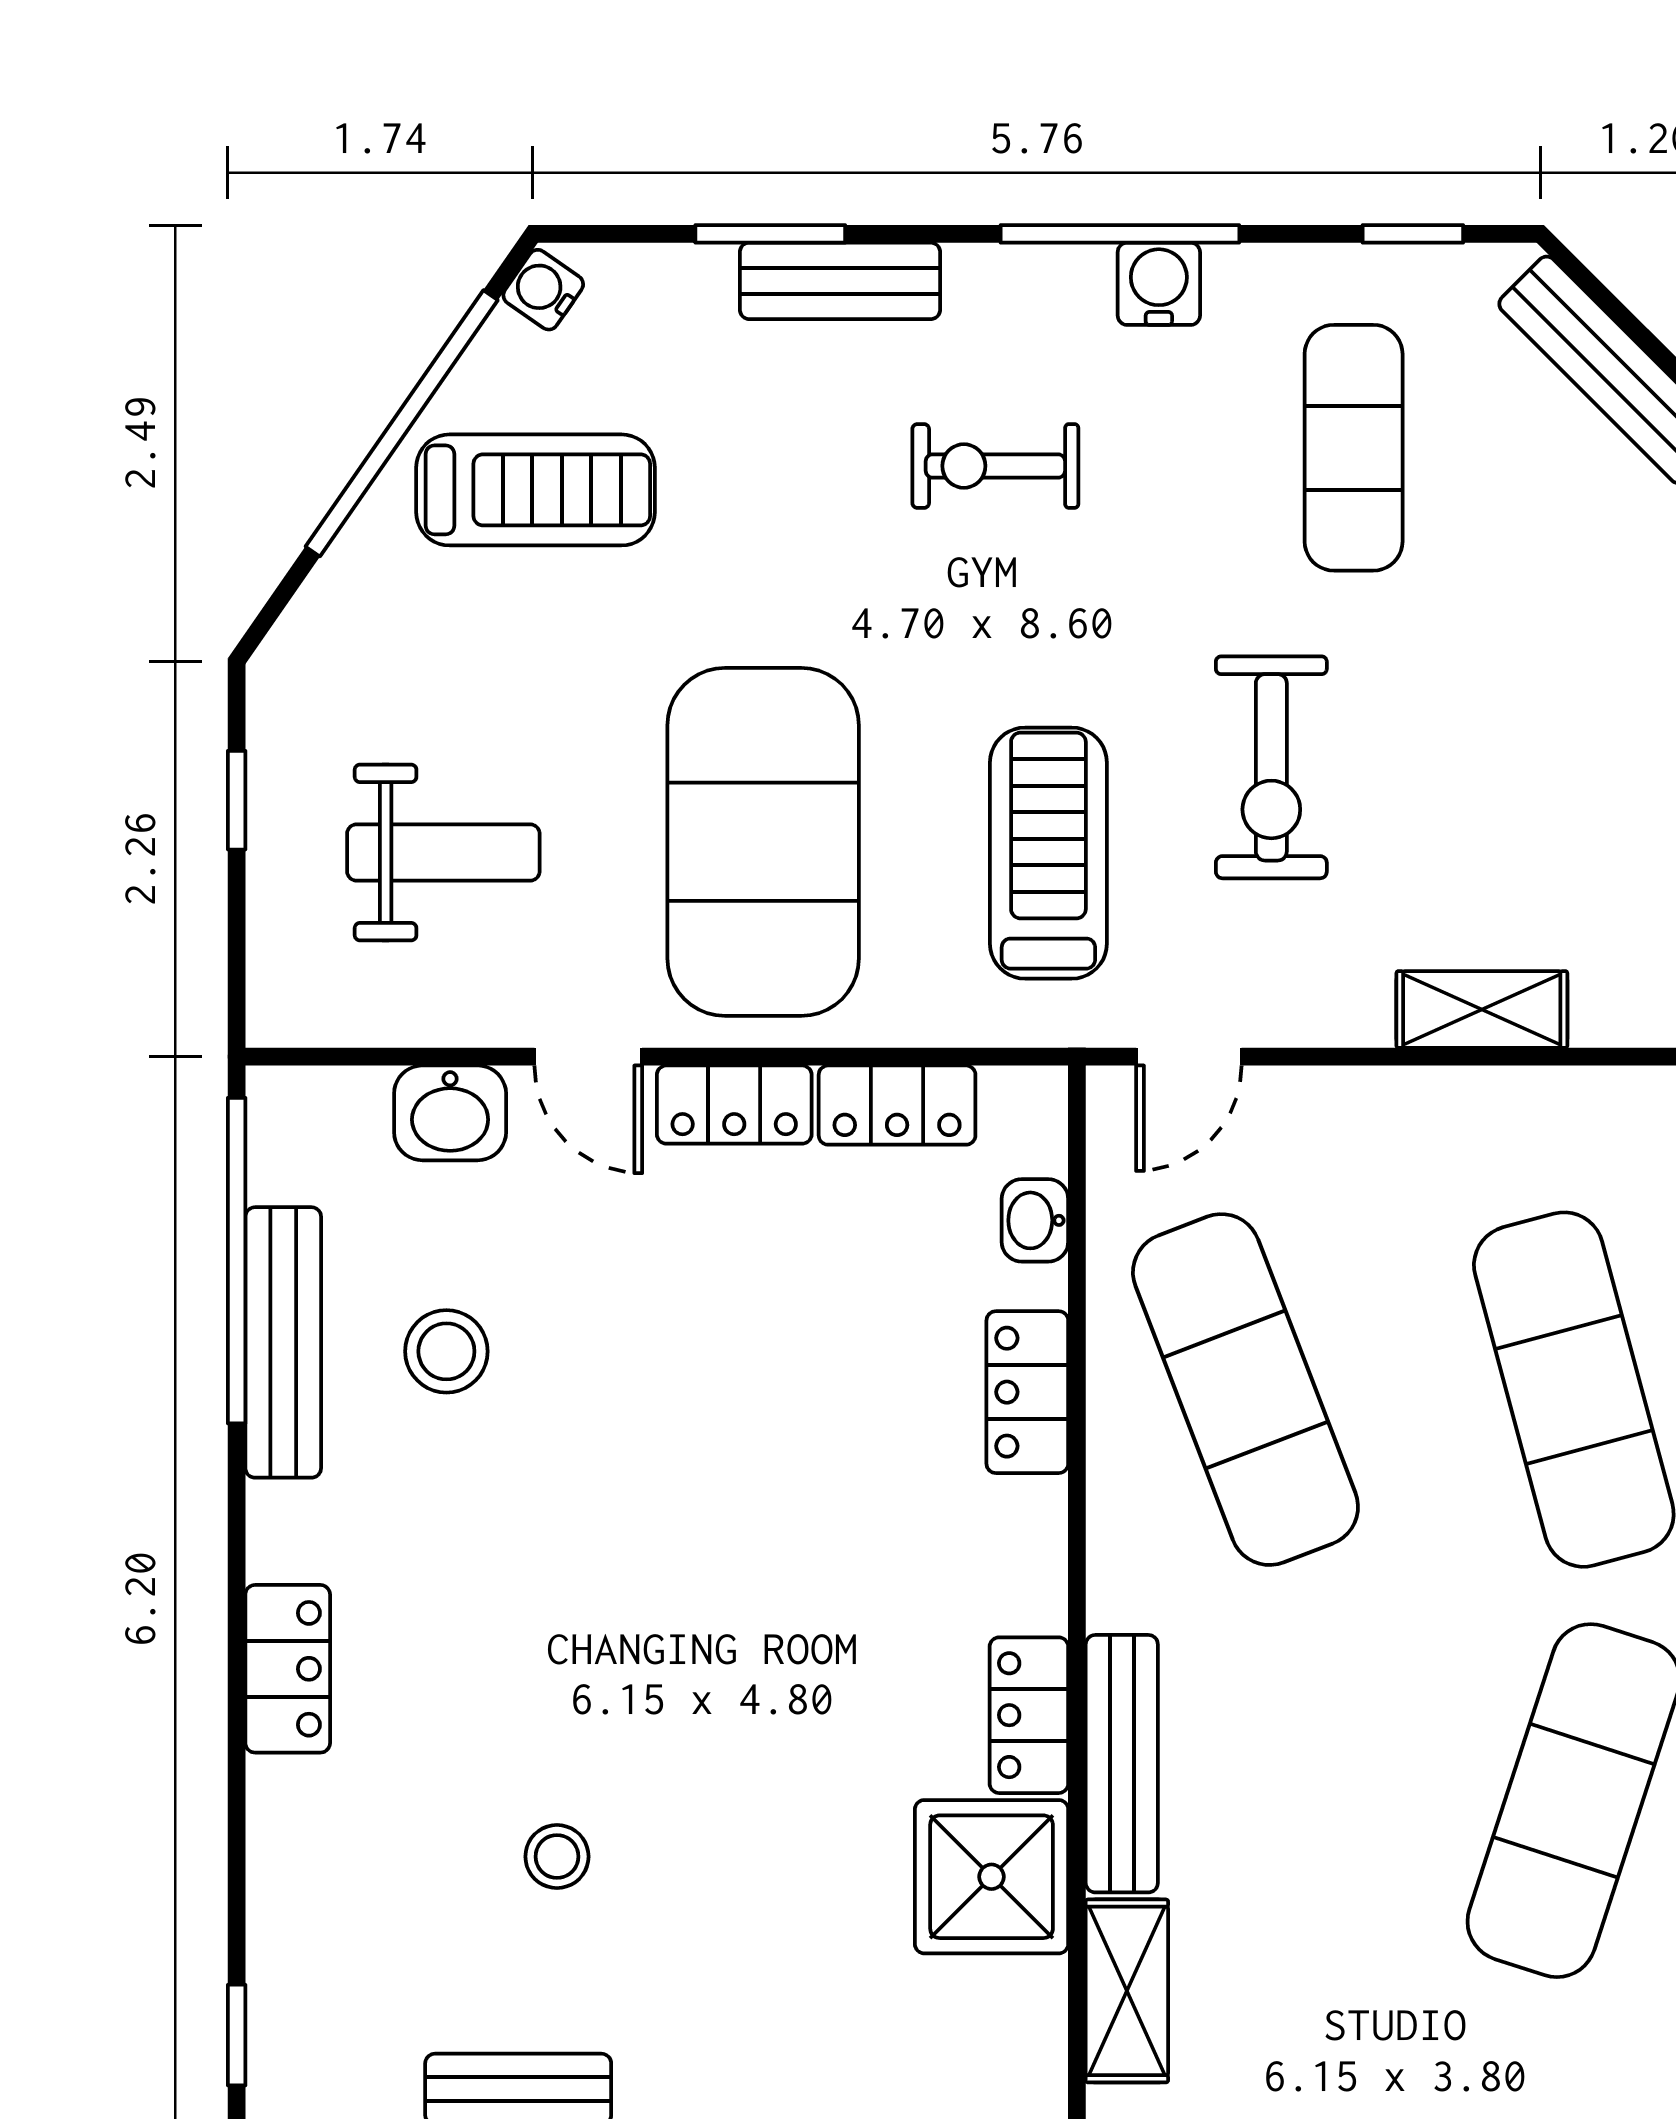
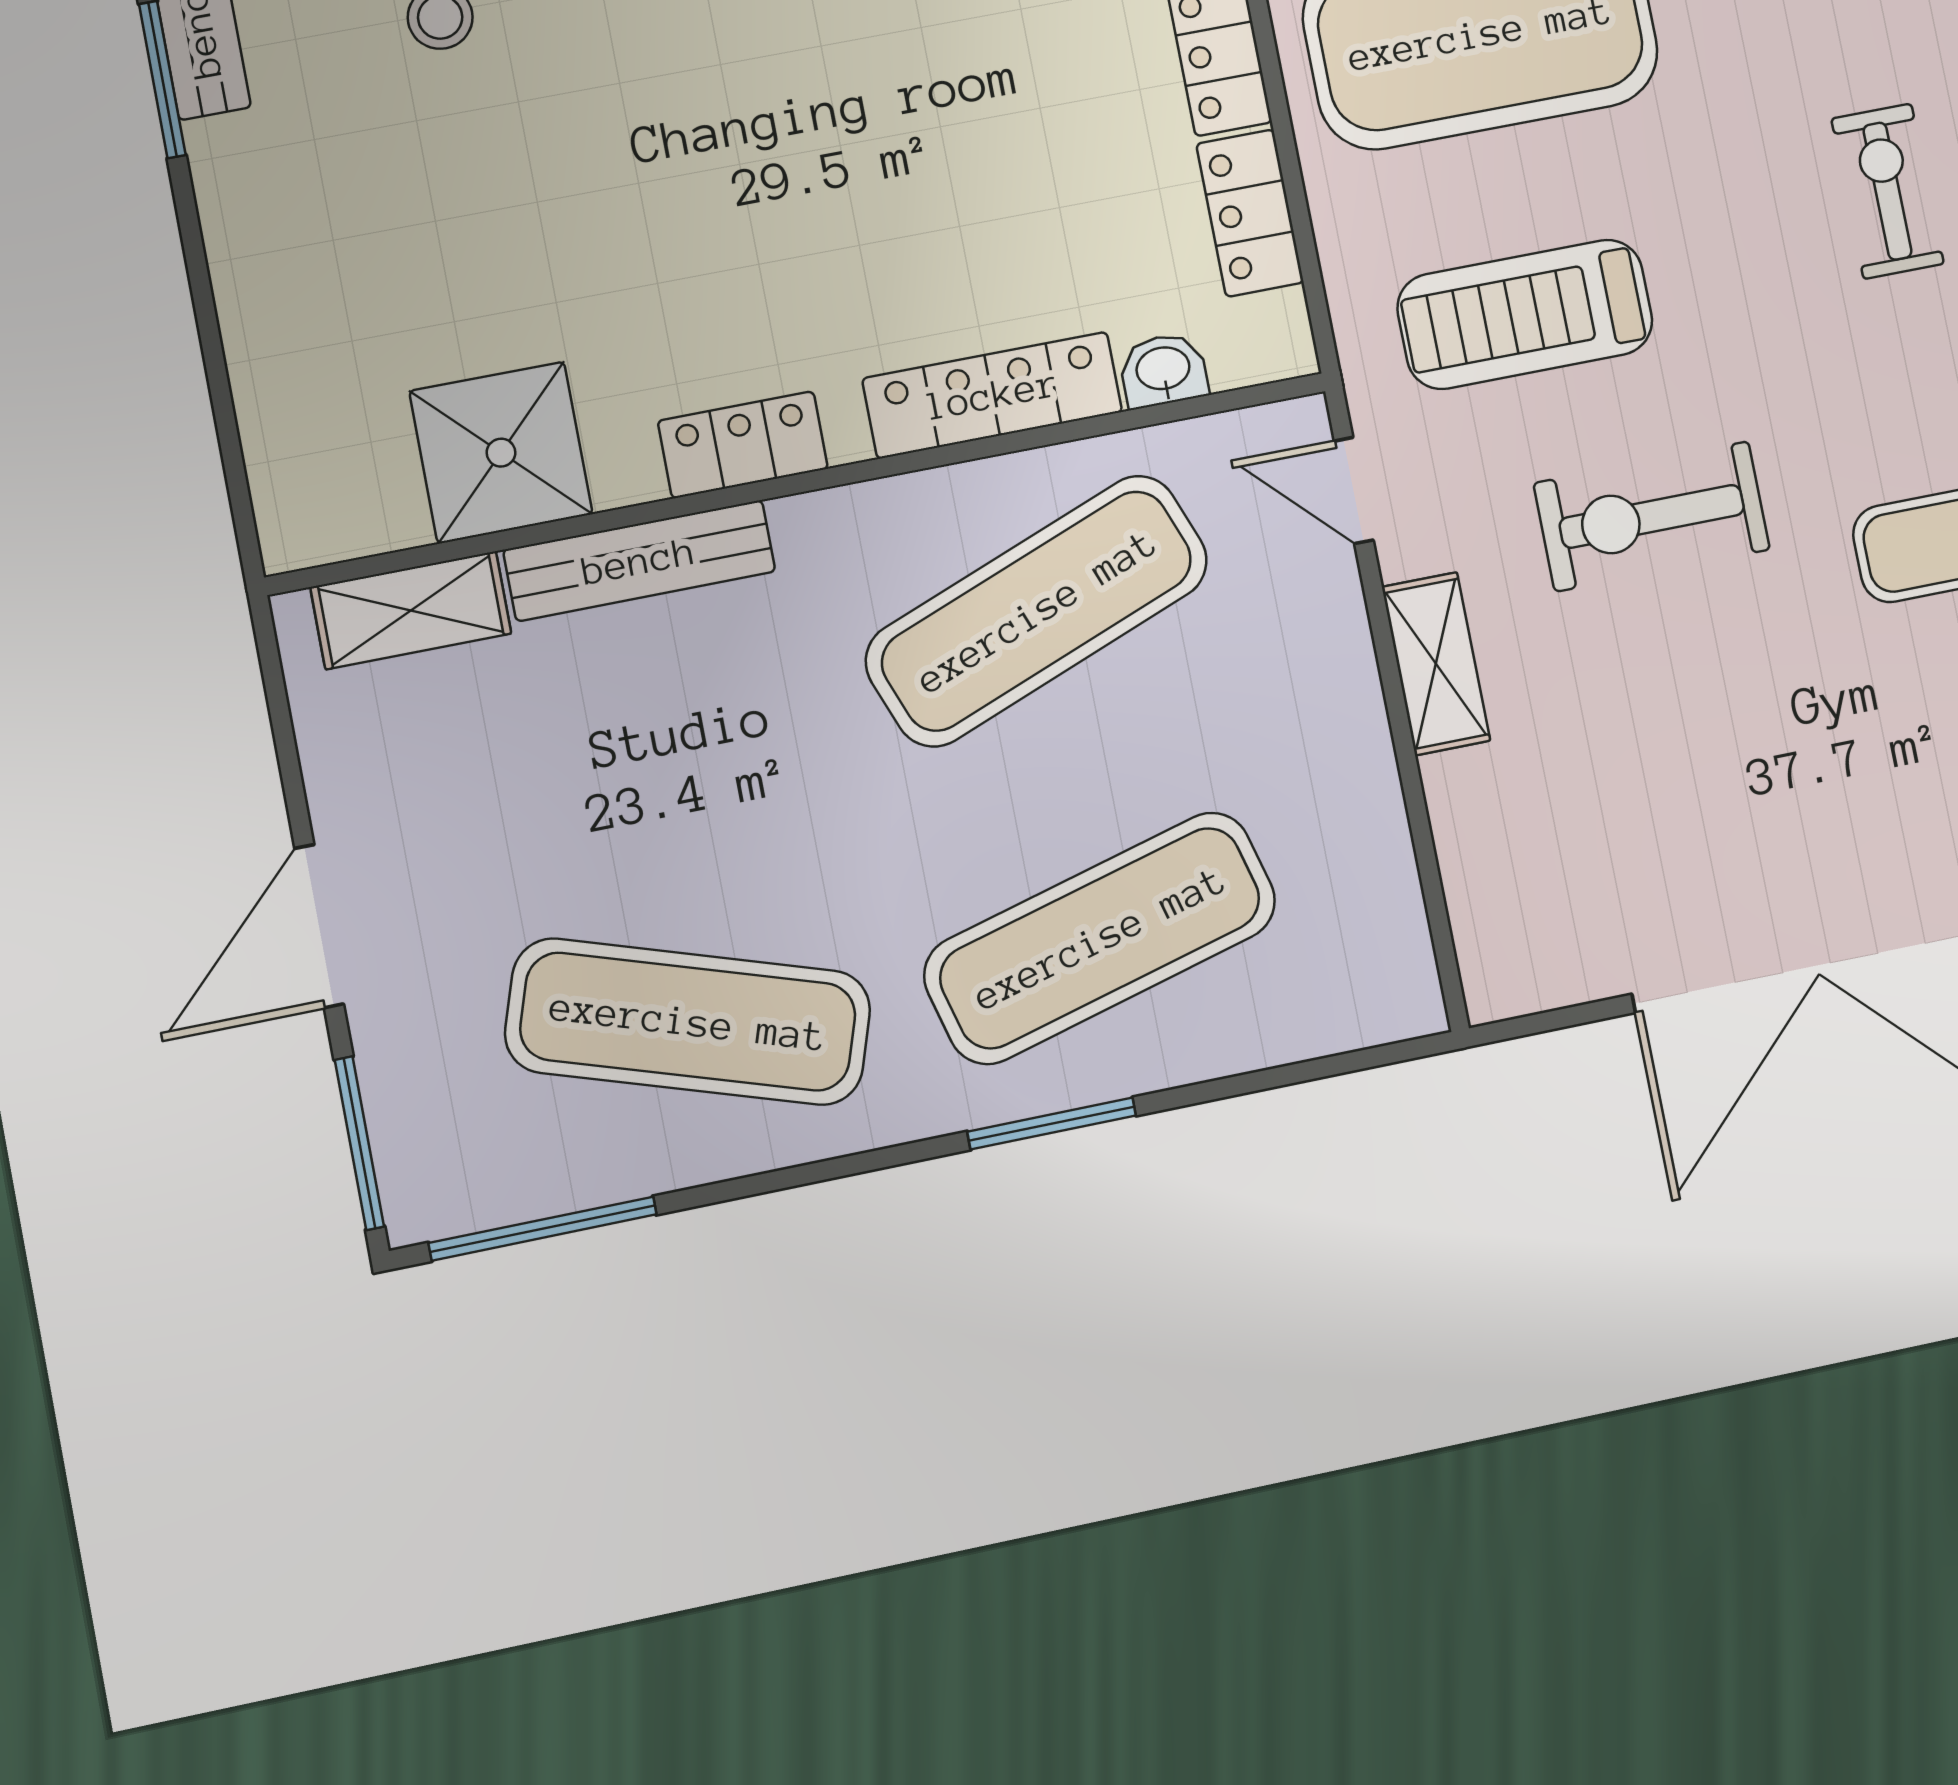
treadmill: (1048, 853) -> (1525, 314), turned 180
shelving: (1482, 1010) -> (1436, 664), moved
locker: (1027, 1392) -> (992, 395), width x1.53
locker: (1029, 1715) -> (743, 445), moved

